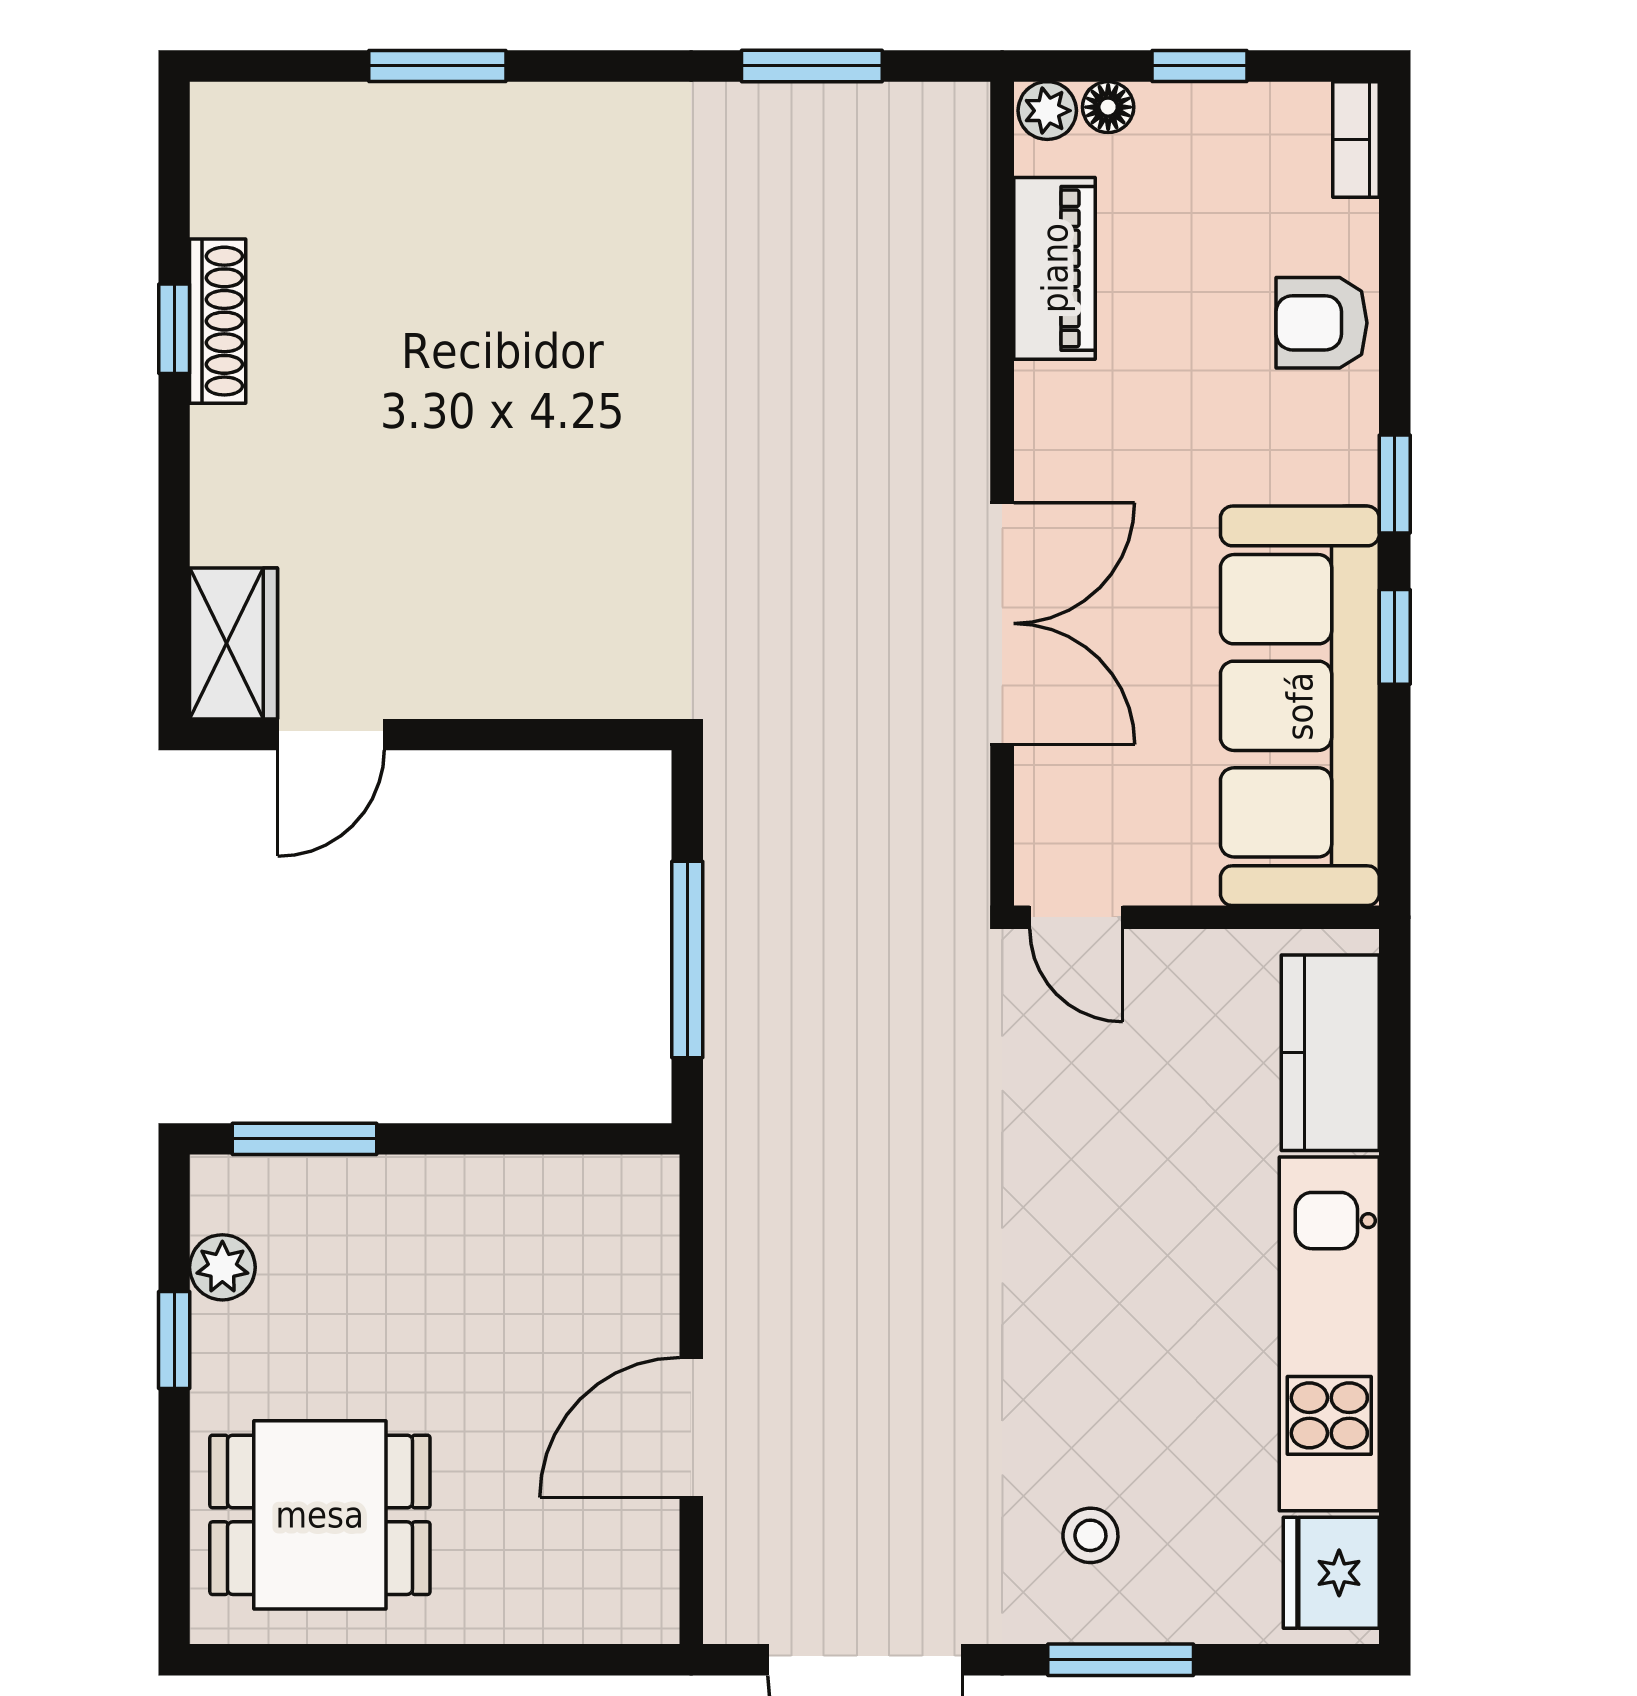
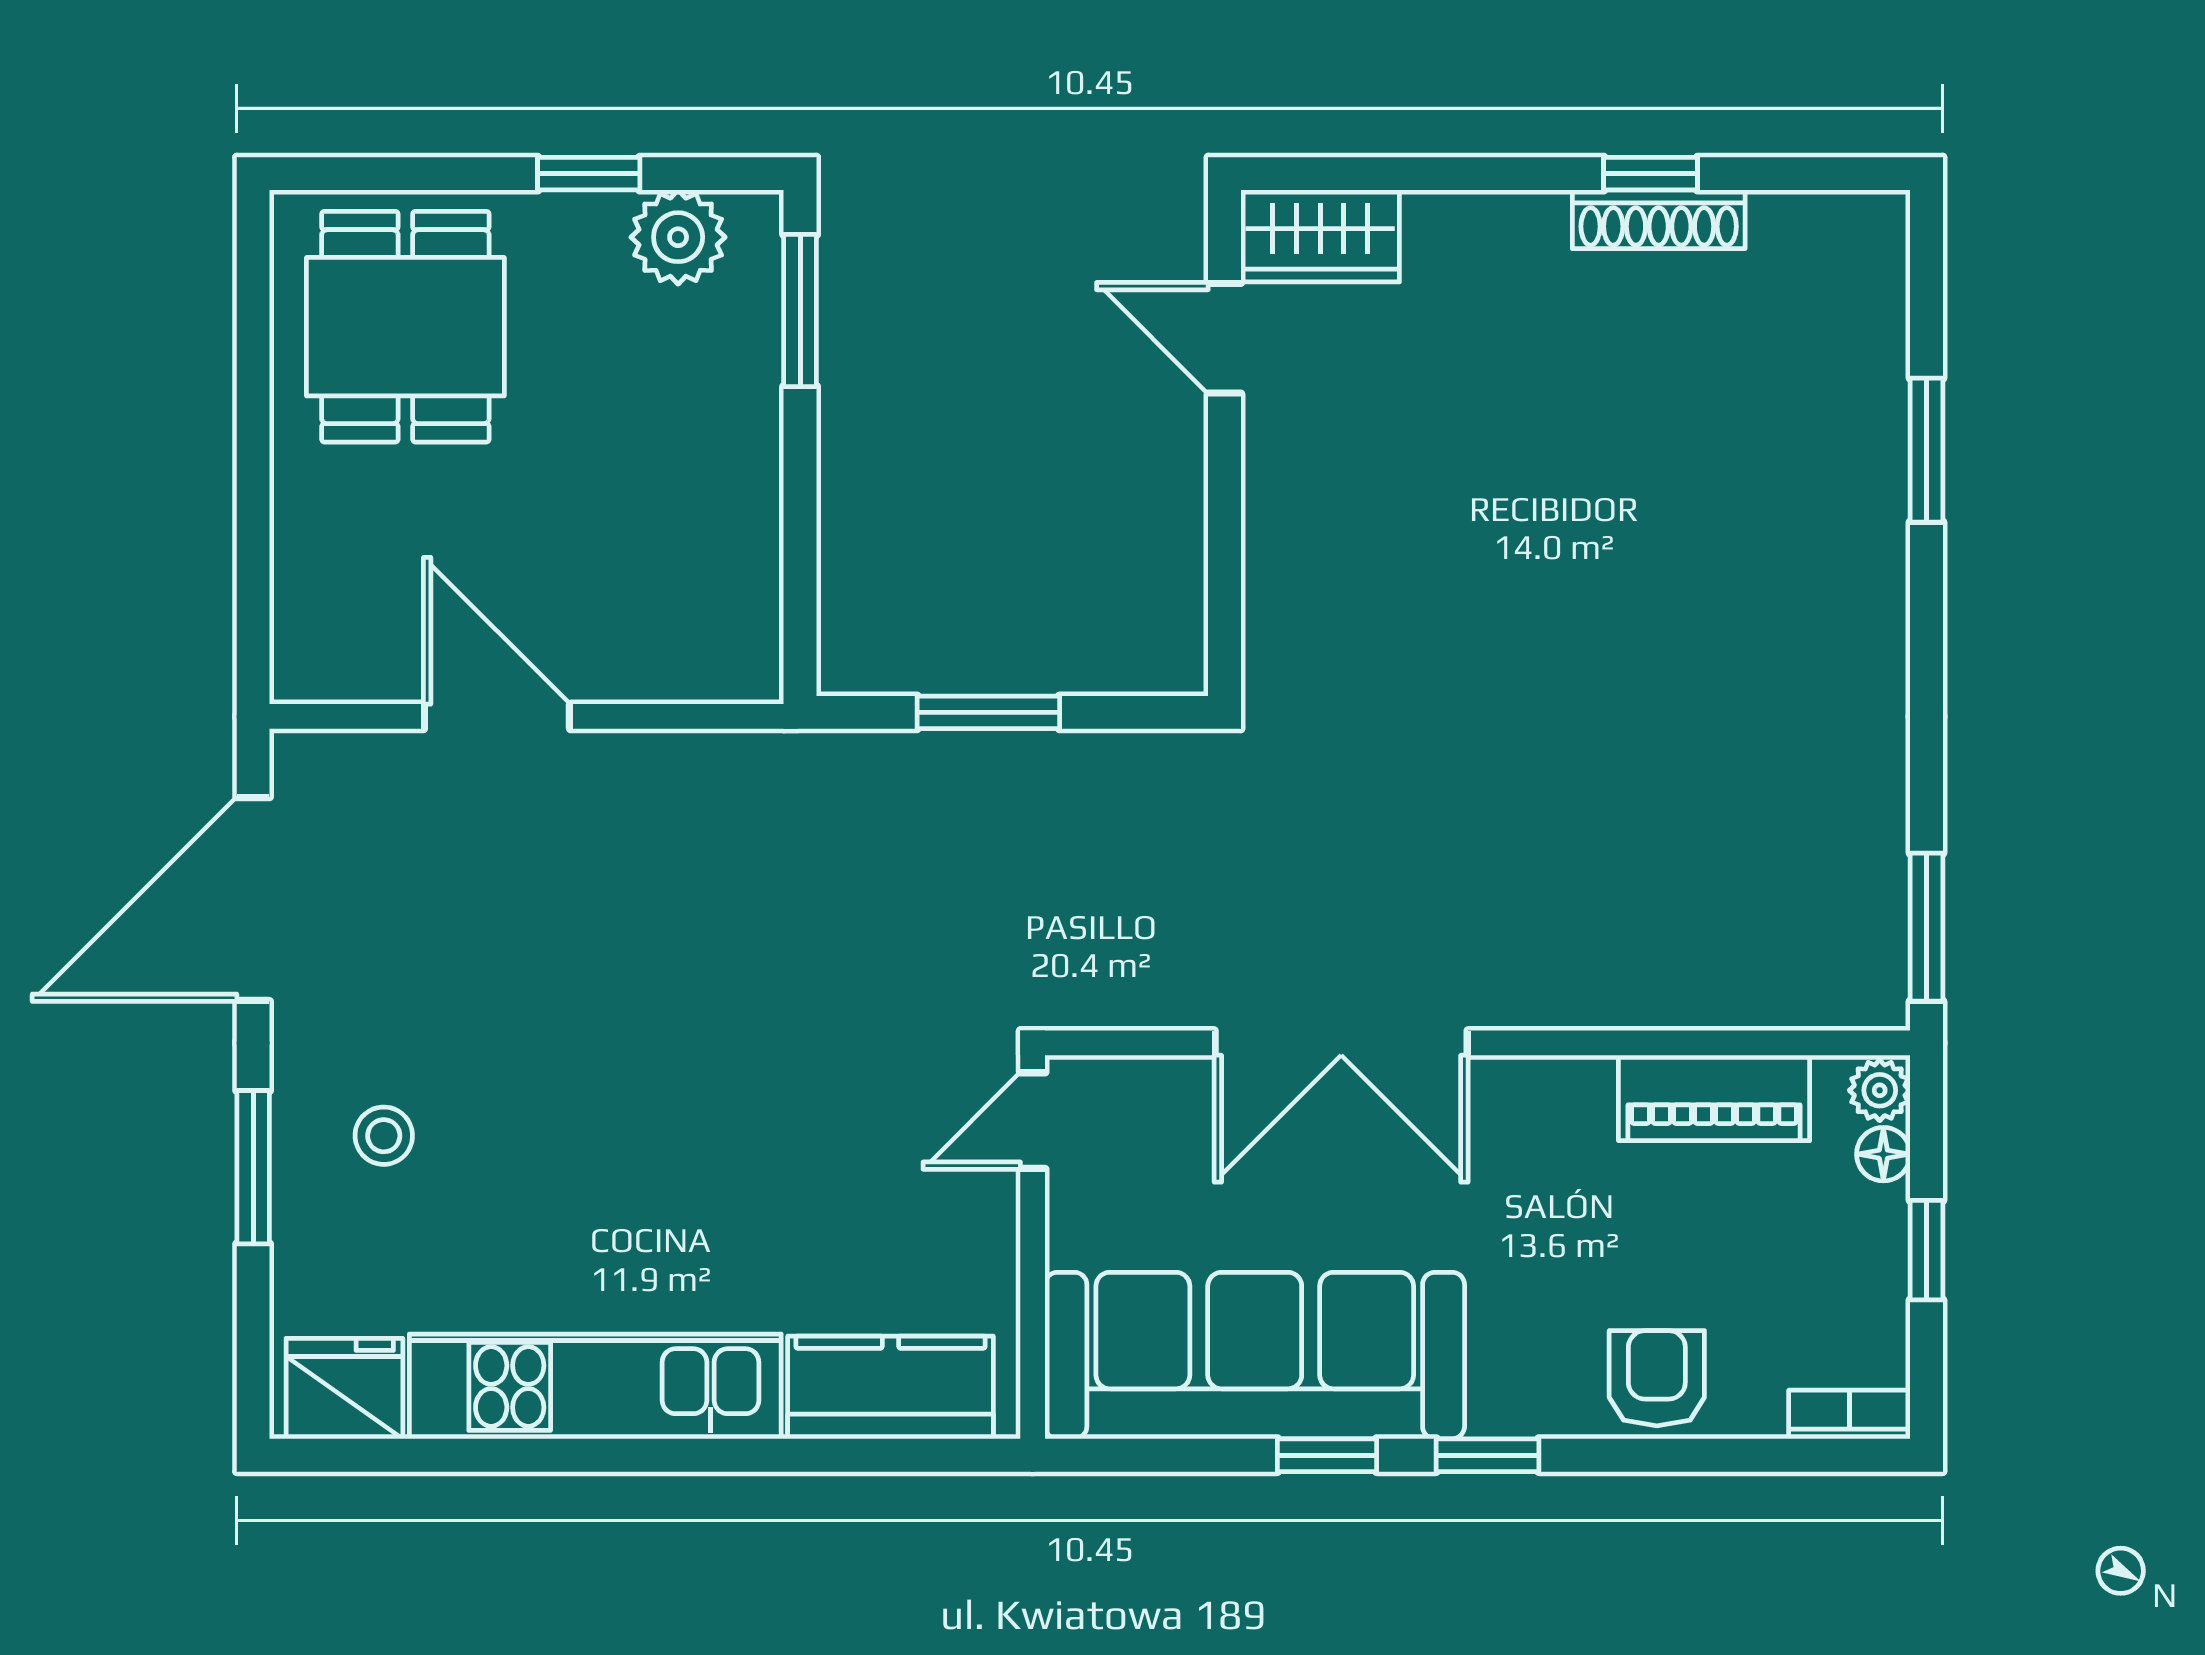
window: (812, 66) -> (1927, 927), moved
window: (687, 960) -> (988, 712), width x0.69
plant: (222, 1267) -> (678, 237), width x1.38, depth x1.38

